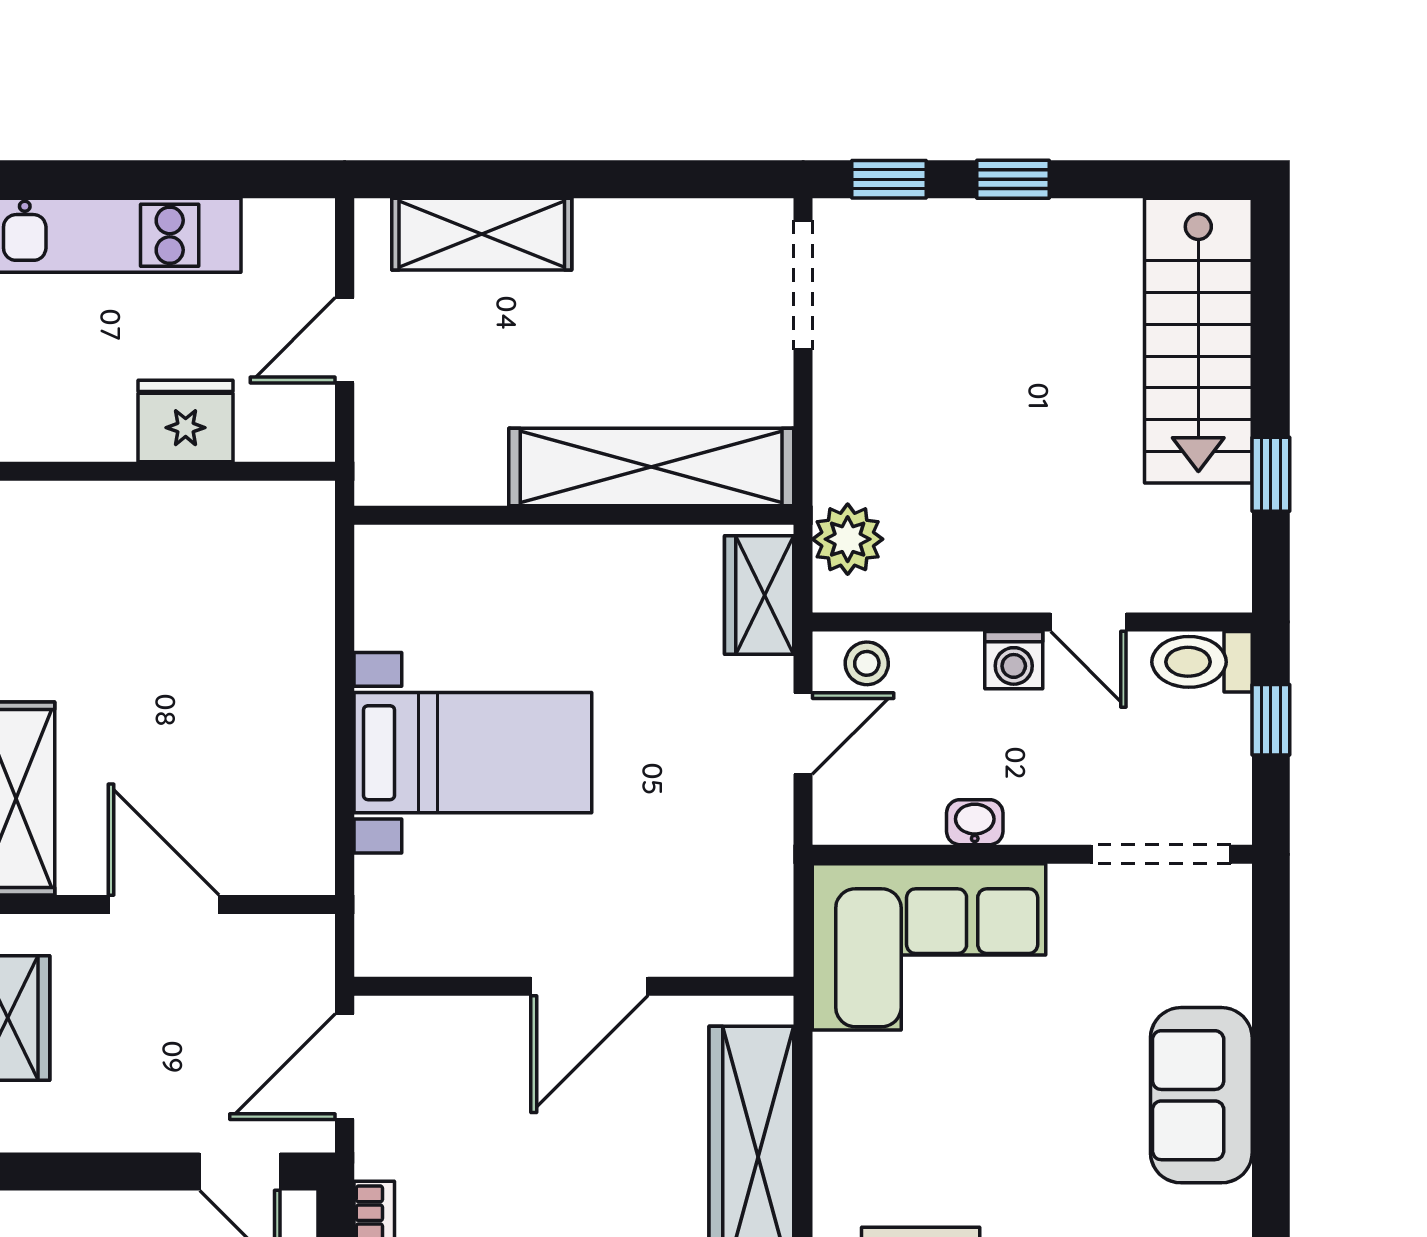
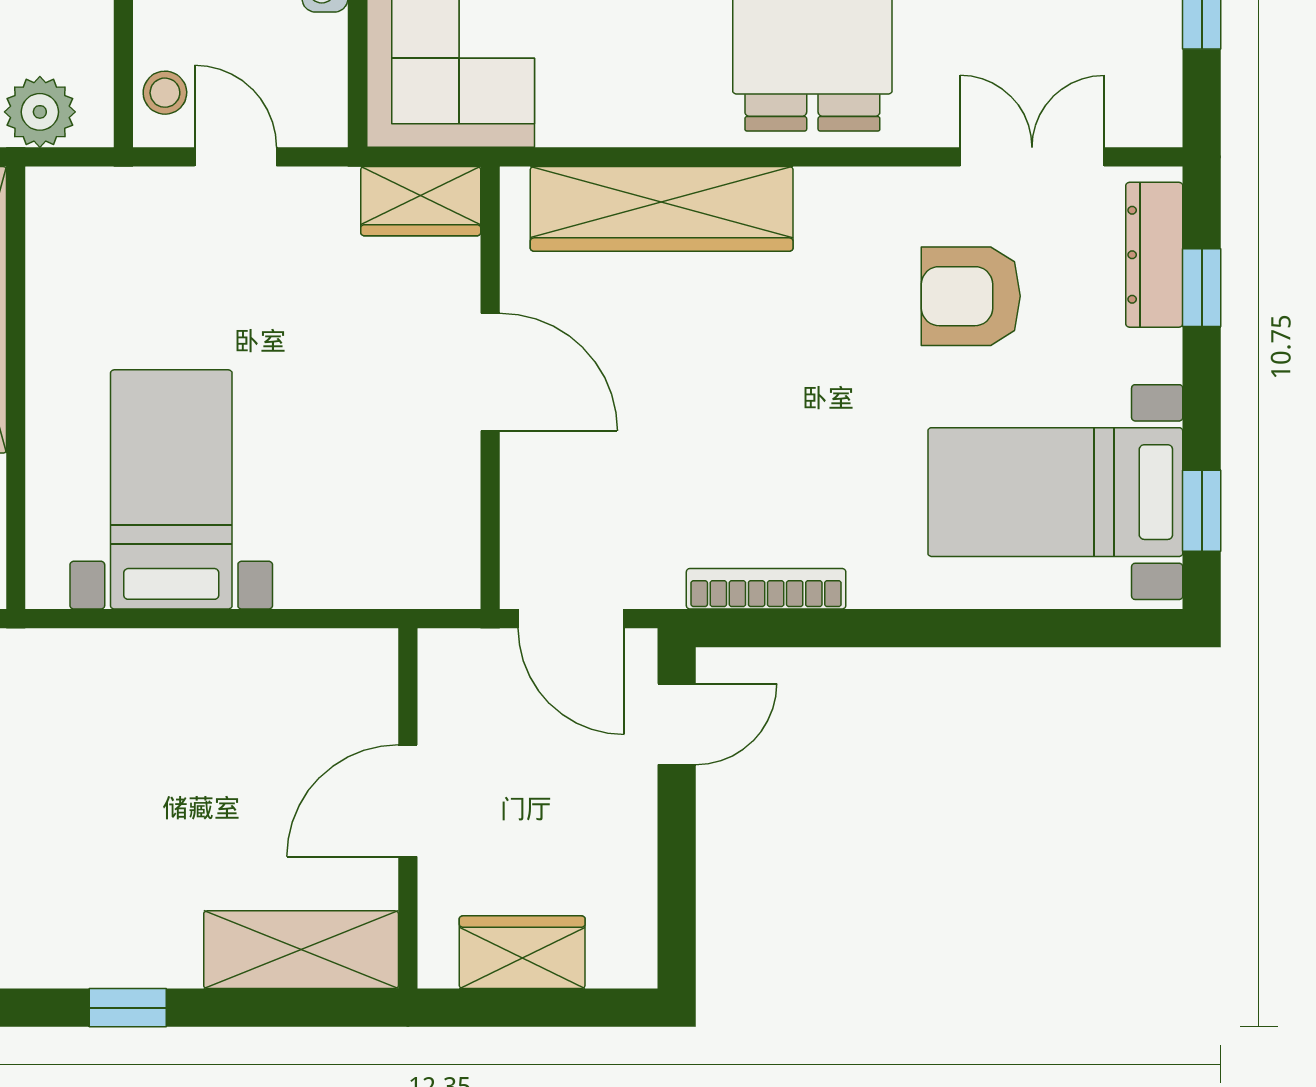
wardrobe: (759, 595) -> (421, 201), moved
bed with nightstands: (473, 753) -> (171, 489), moved

